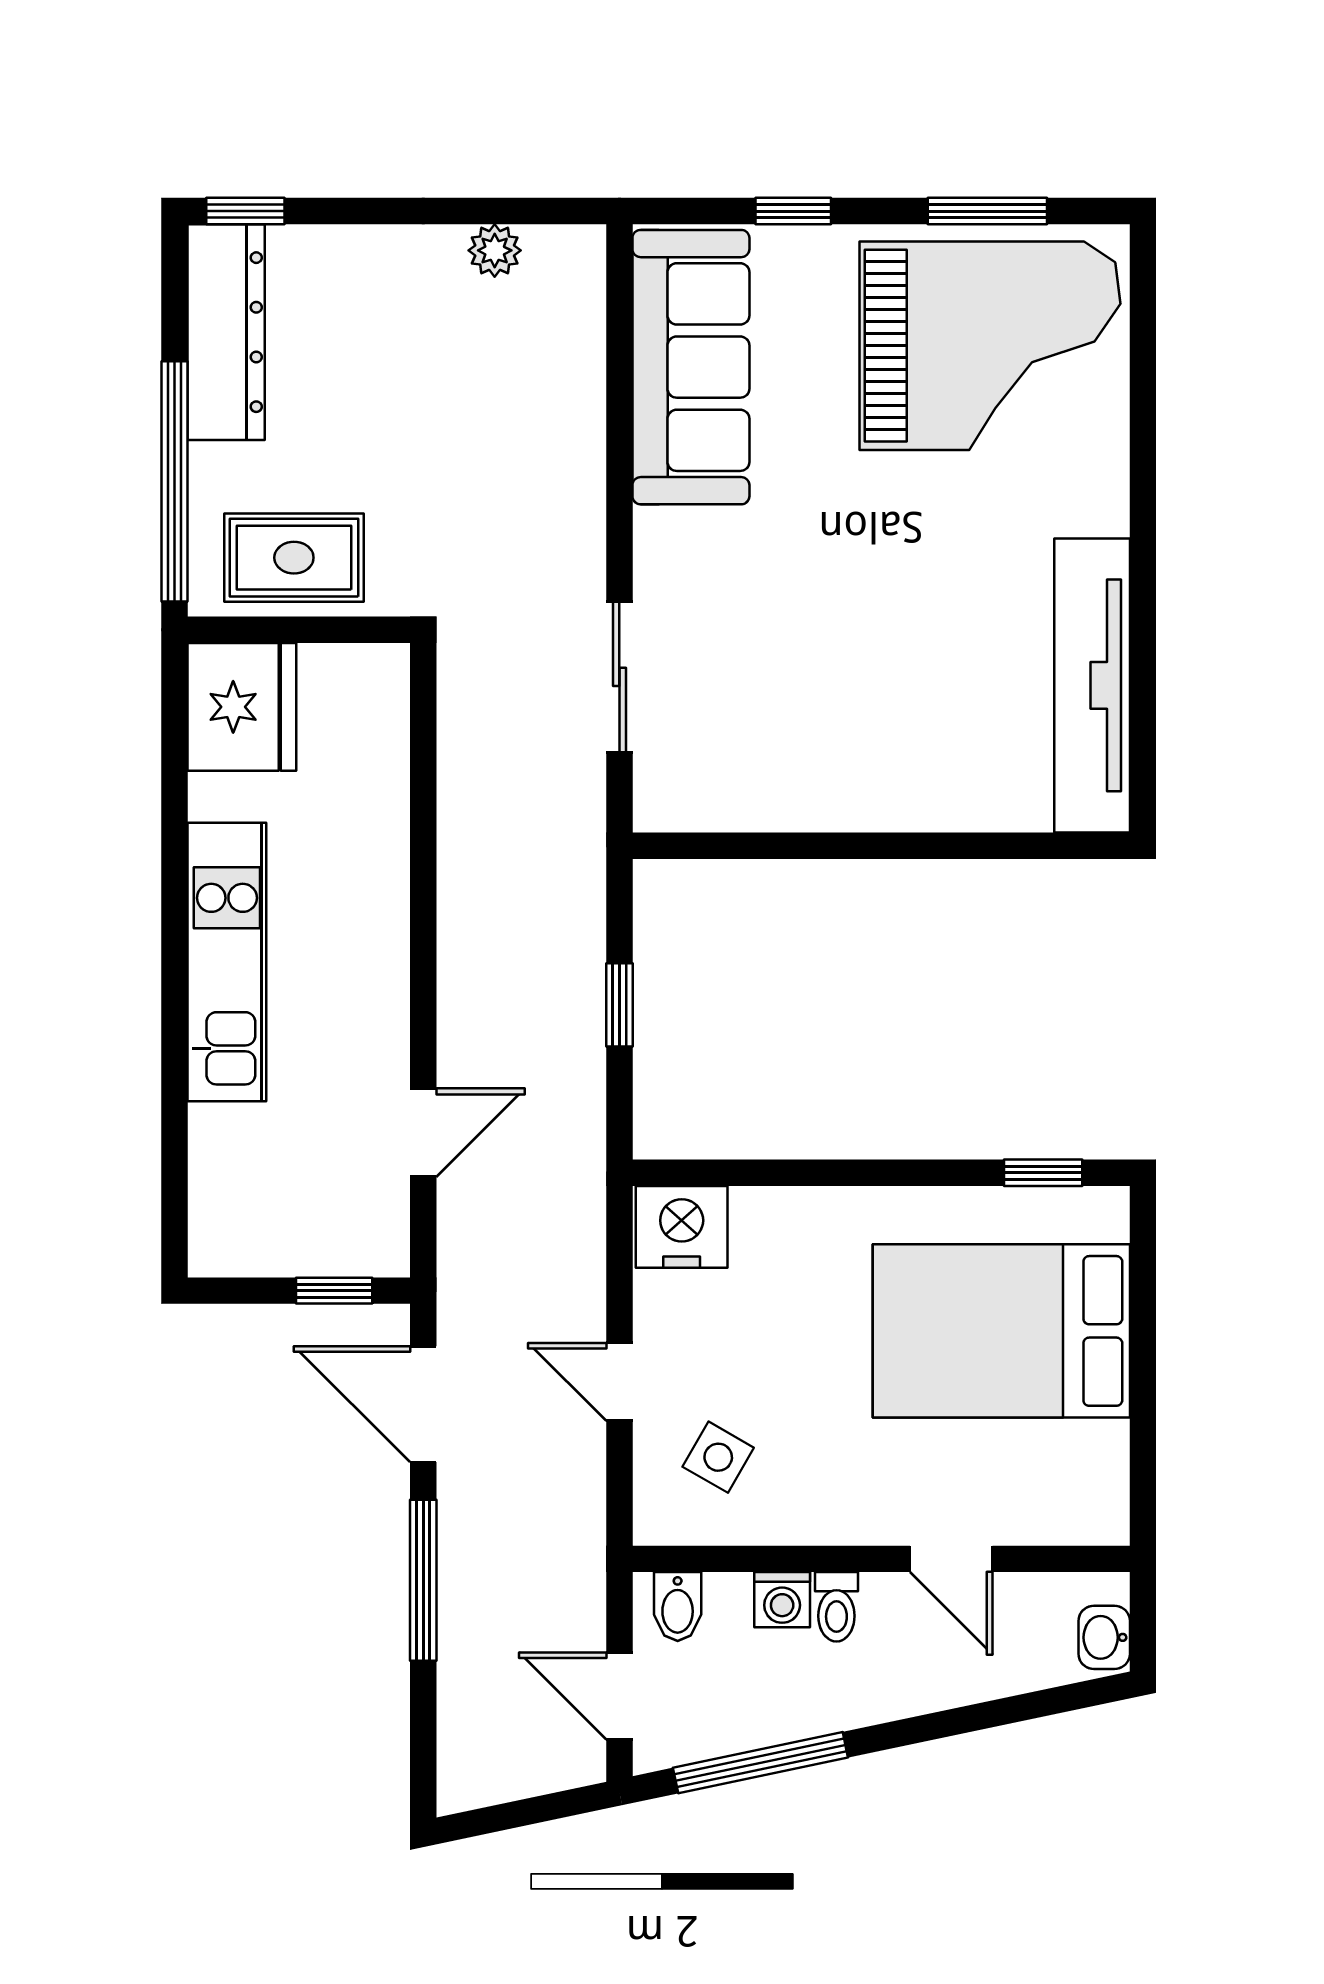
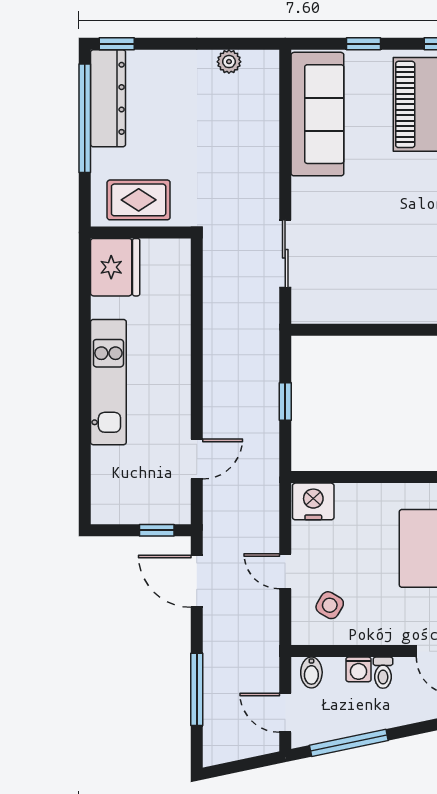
window: (175, 481) -> (85, 118), moved
window: (423, 1580) -> (197, 689), moved

